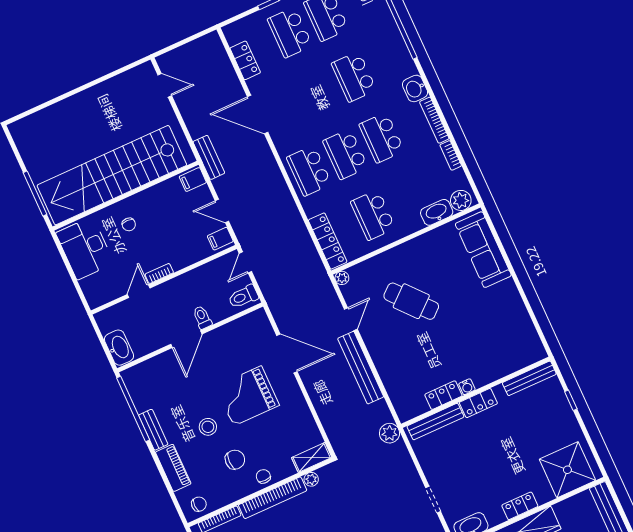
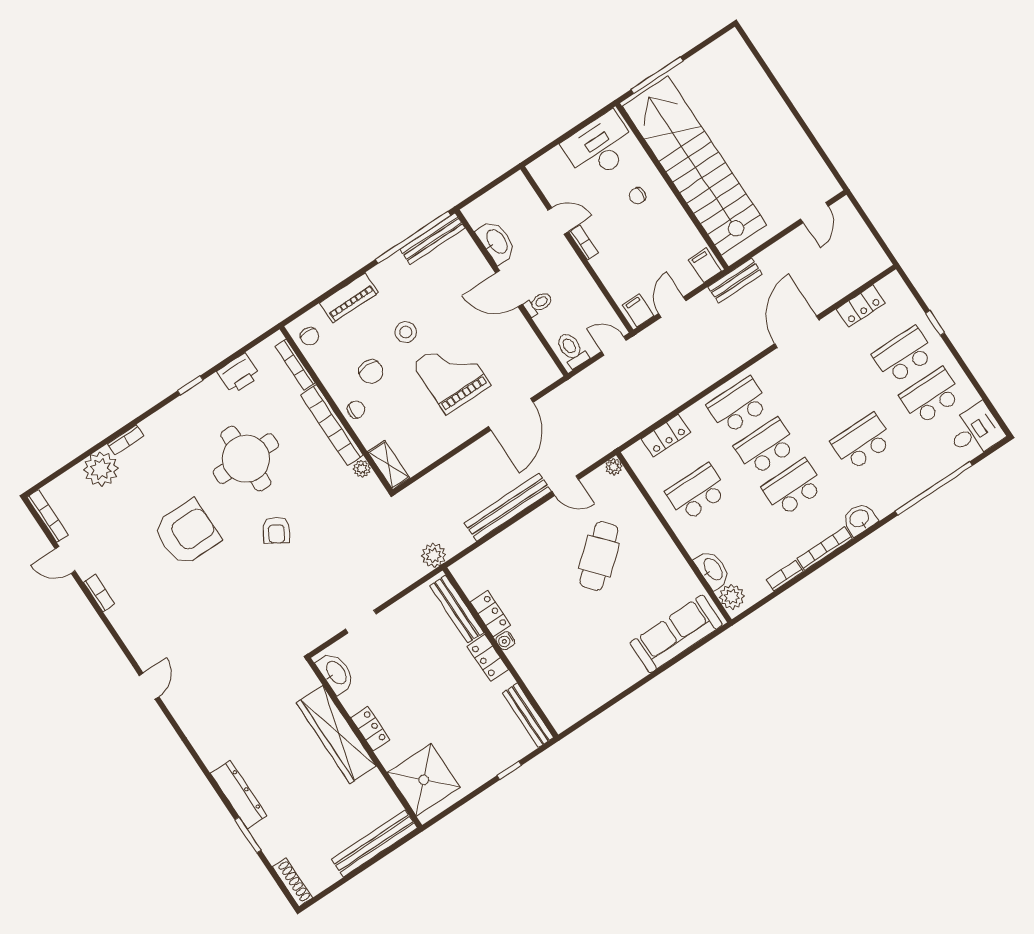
locker: (328, 241) -> (666, 436), width x0.66
washbasin: (119, 348) -> (496, 242), moved, turned -90
bench: (153, 430) -> (433, 239), moved, width x1.36

